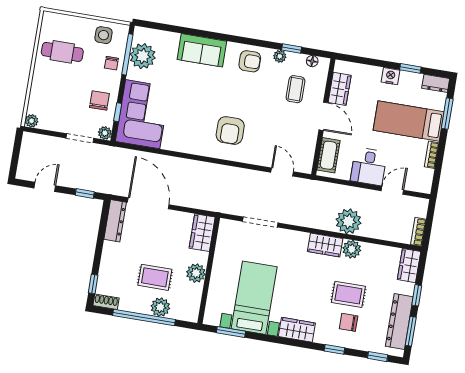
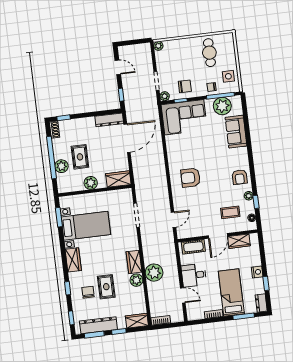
sofa: (202, 50) -> (236, 132), moved

